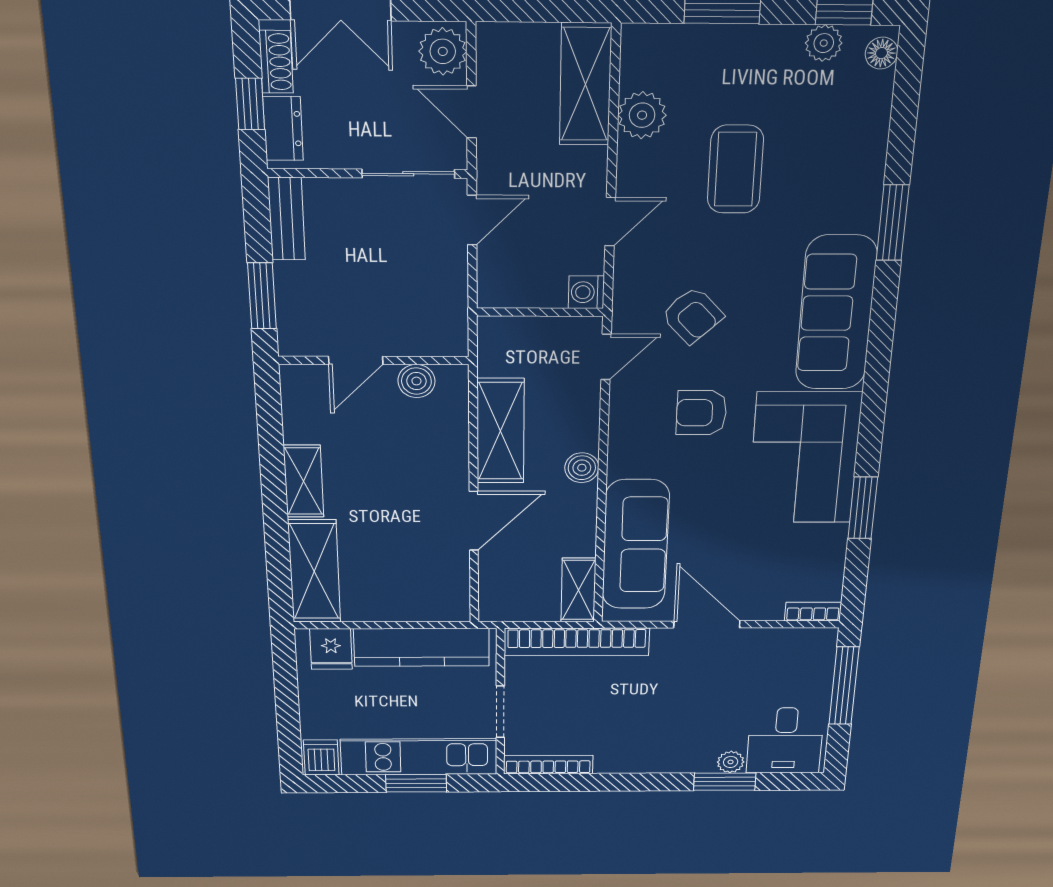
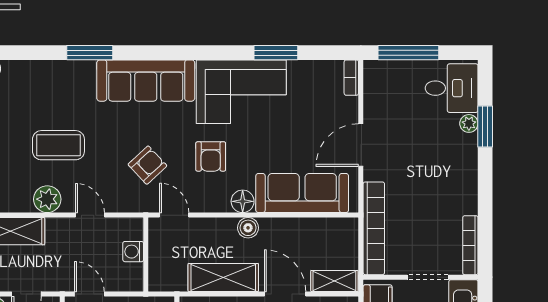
plant: (642, 115) -> (47, 199), moved
washing machine: (586, 292) -> (133, 252), moved, turned 90
floor lamp: (625, 460) -> (243, 201), added
shelving: (578, 590) -> (334, 281), moved

